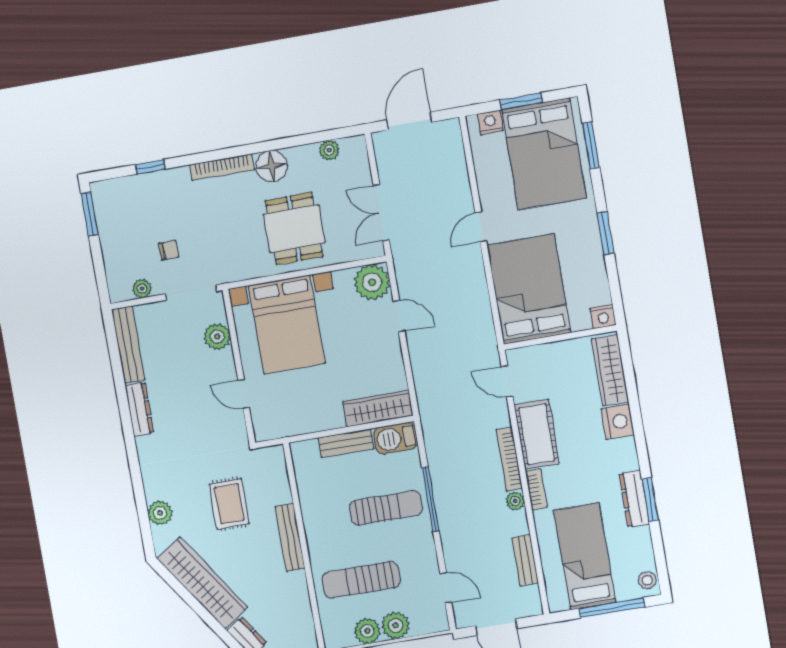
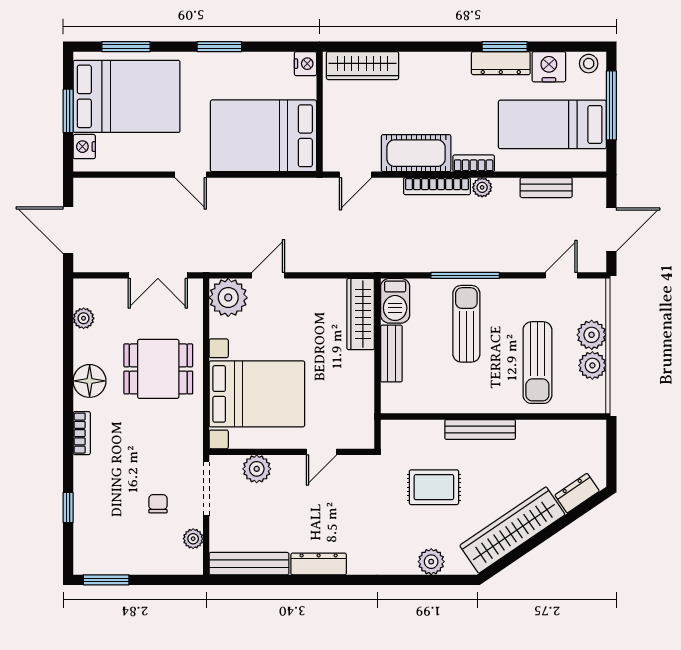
bookcase: (222, 167) -> (82, 433), width x0.64
nightstand: (618, 422) -> (549, 67), moved

